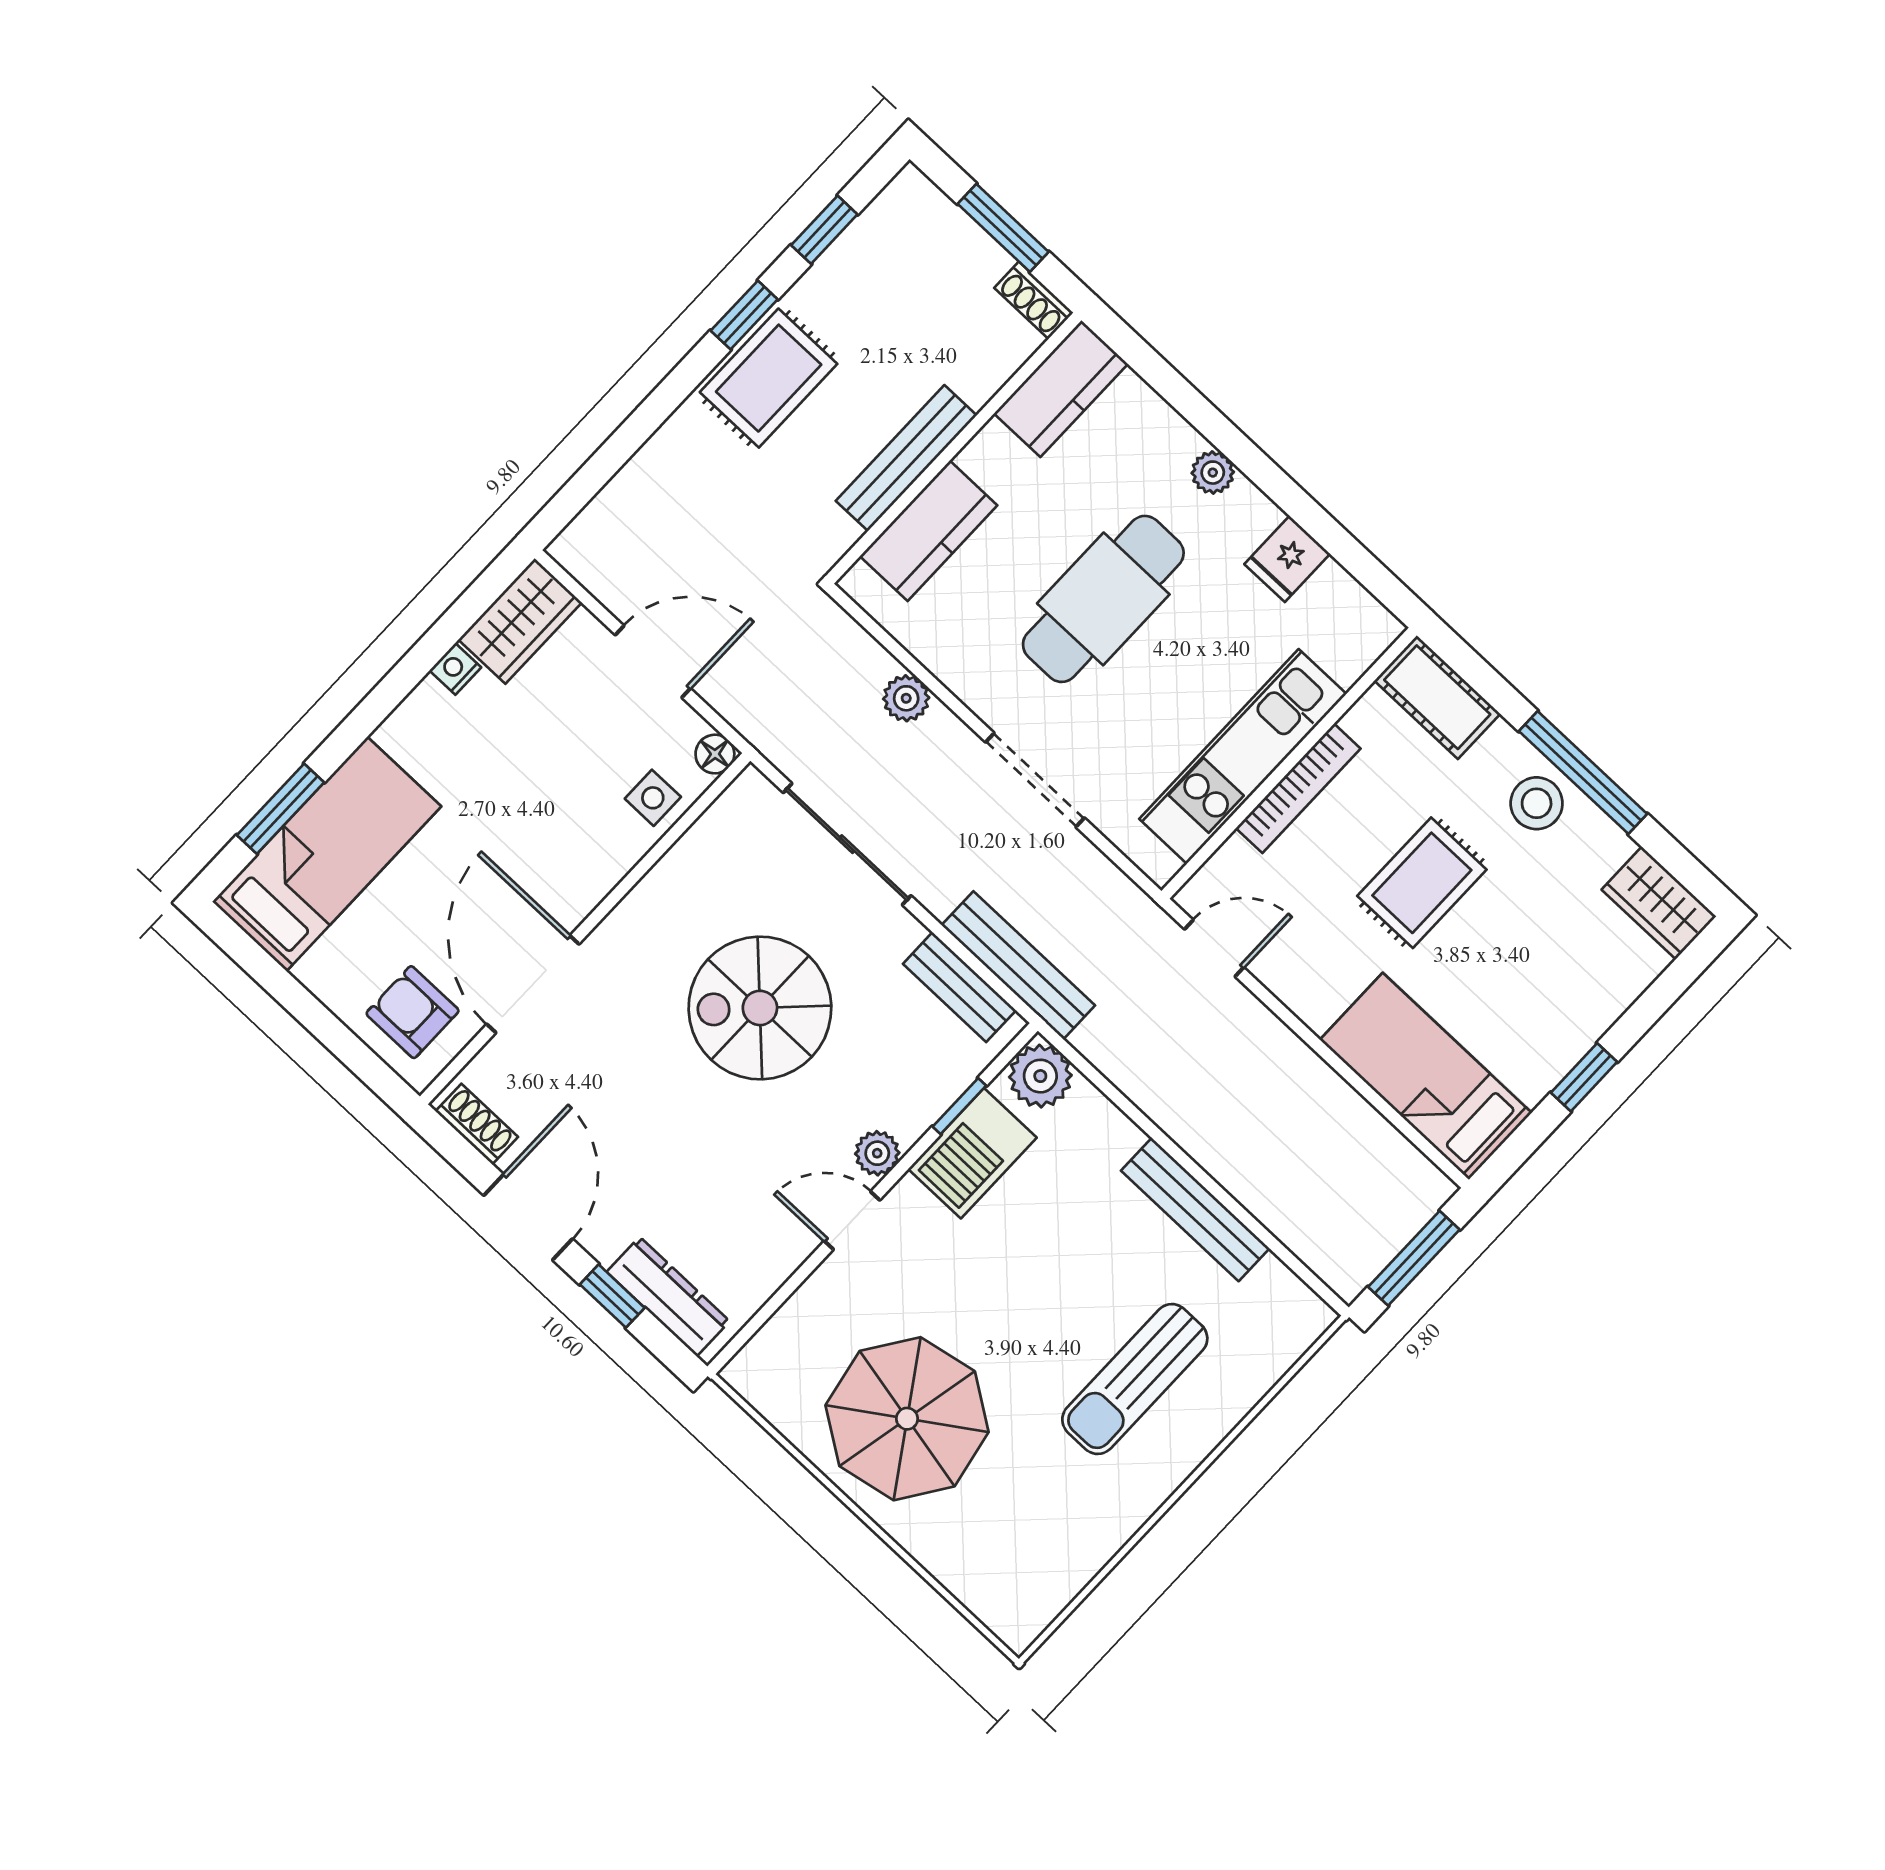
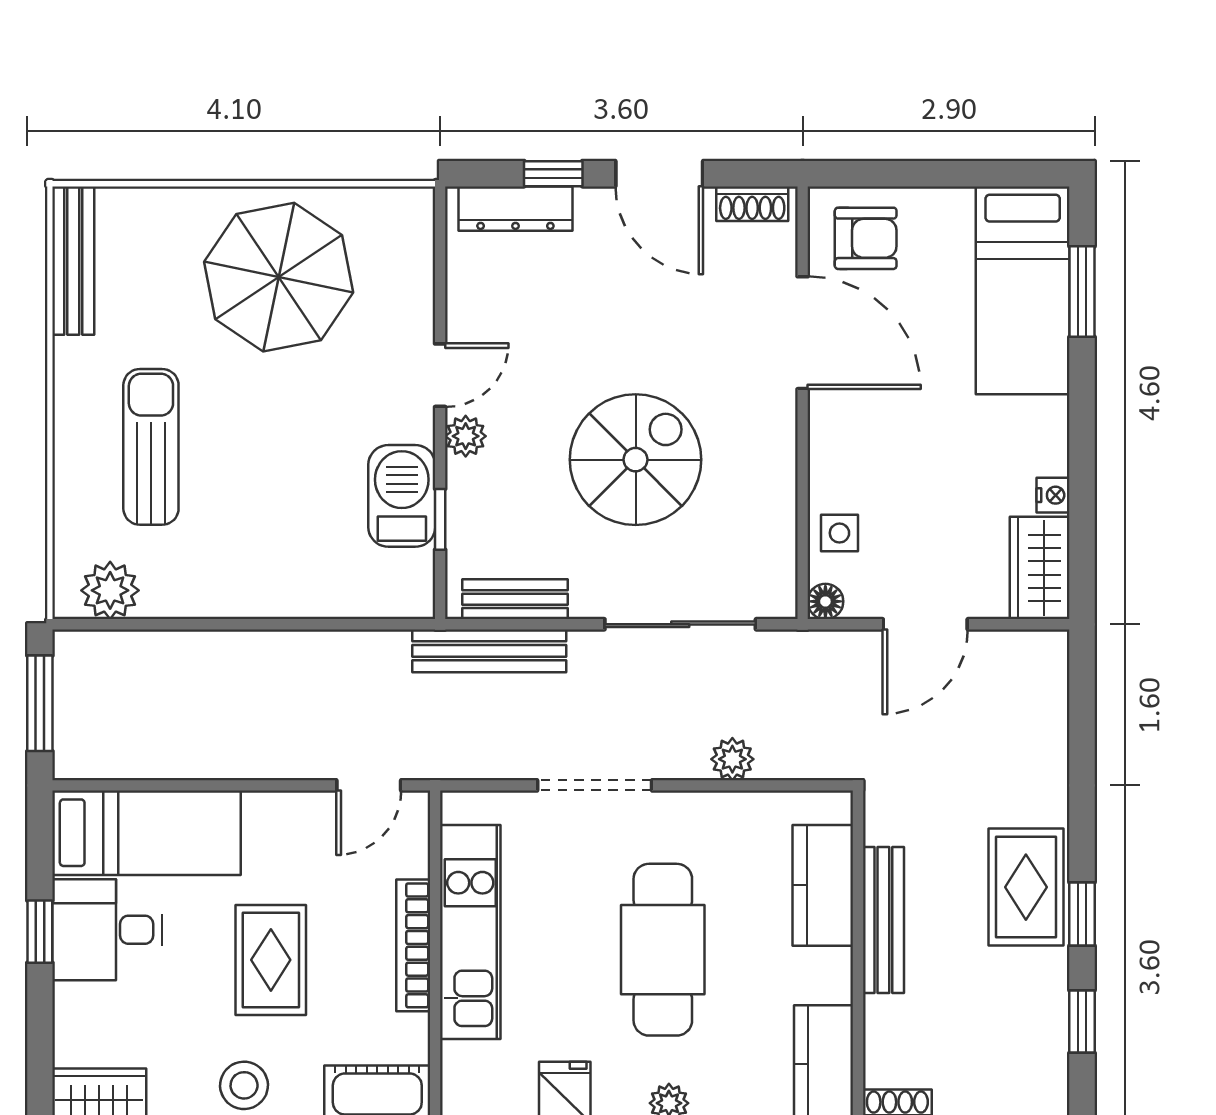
desk: (1529, 1029) -> (107, 930), added
plant: (1040, 1076) -> (110, 590), moved
bench: (1195, 1209) -> (73, 261), moved, turned 90

